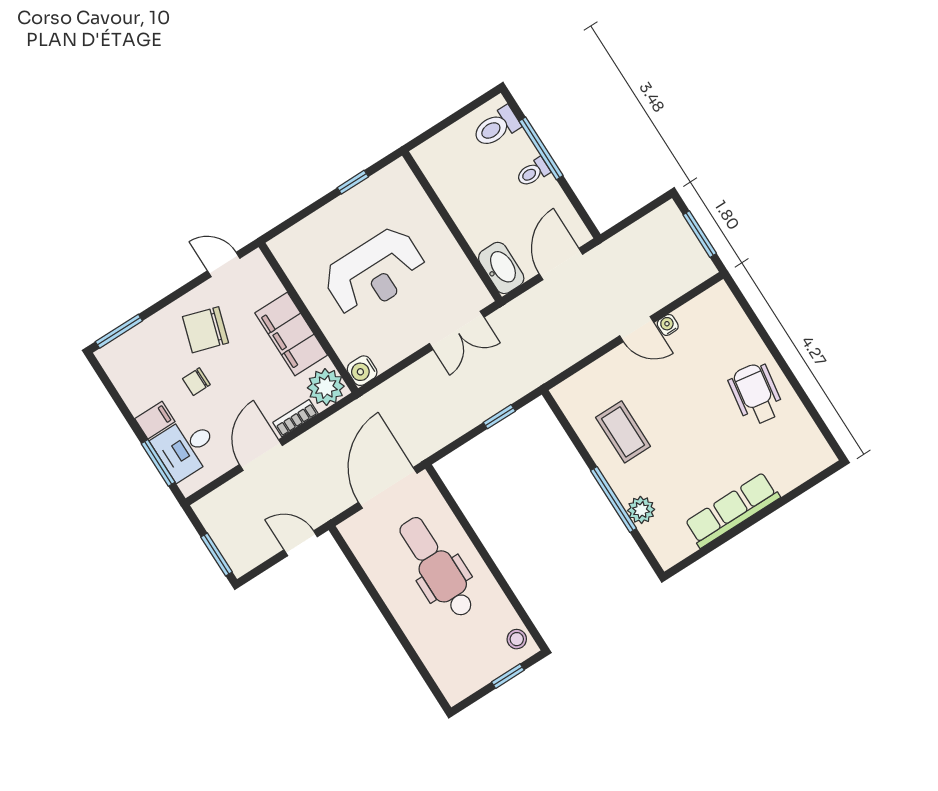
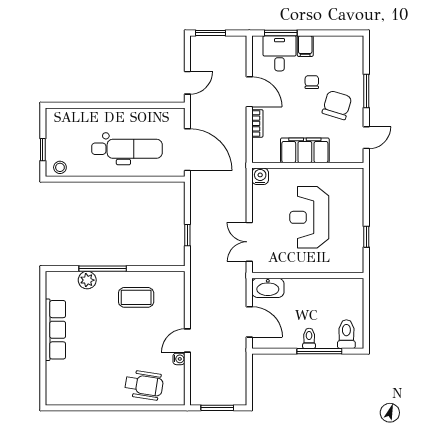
window: (119, 331) -> (366, 91), moved
plant: (326, 387) -> (264, 151), removed
wheelchair: (756, 394) -> (144, 385), moved

